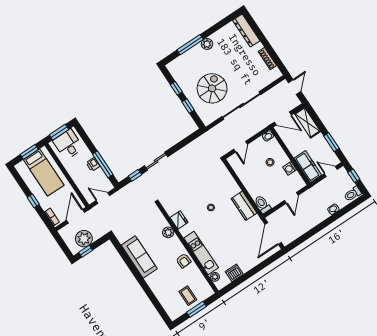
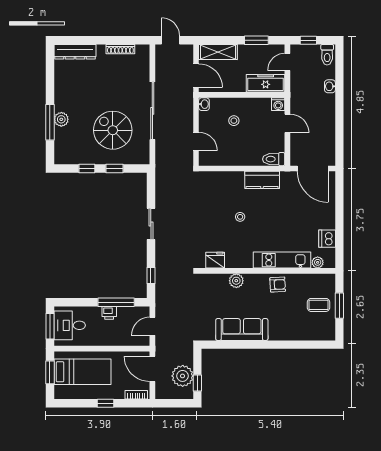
plant: (207, 44) -> (61, 119), moved
door: (283, 119) -> (196, 76), hinge flipped
sliding door: (156, 161) -> (151, 224), moved
washing machine: (290, 168) -> (278, 104), moved
fridge: (179, 220) -> (215, 260), moved

